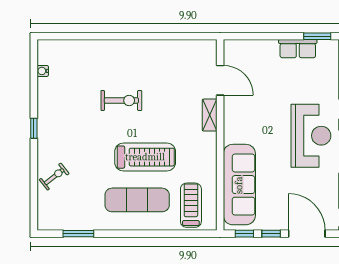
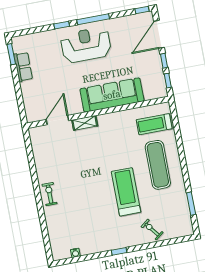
exercise bike: (121, 100) -> (50, 194), moved, width x0.73, depth x0.72
treadmill: (145, 157) -> (126, 192), moved
sofa: (239, 185) -> (112, 95), moved

